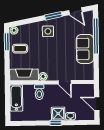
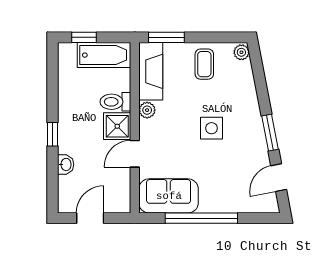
side table: (48, 31) -> (211, 128), moved
window: (96, 36) -> (201, 218), moved
window: (7, 42) -> (166, 37), moved
sofa: (85, 49) -> (169, 196), moved
window: (8, 108) -> (84, 37), added
shower: (58, 114) -> (117, 126), moved

